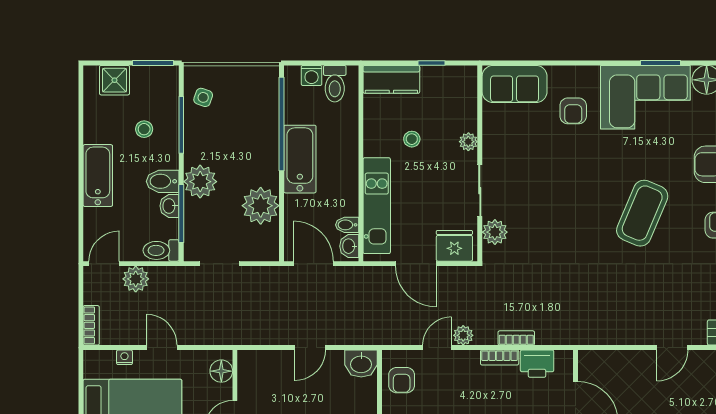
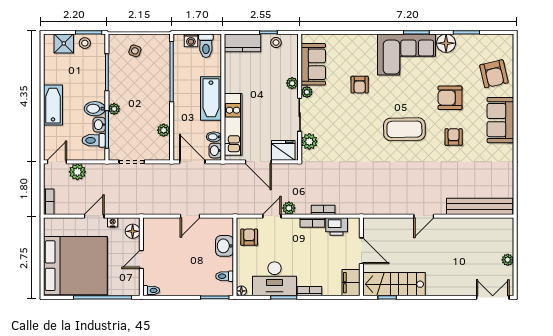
sofa: (515, 84) -> (313, 64), moved, turned -90
side table: (203, 97) -> (135, 51), moved
armchair: (573, 111) -> (360, 85), moved
stool: (144, 129) -> (85, 43), moved
stool: (412, 139) -> (276, 42), moved
plant: (491, 156) -> (307, 92), added
bathtub: (300, 159) -> (211, 98), moved, turned 180
plant: (200, 182) -> (114, 109), width x0.53, depth x0.53
plant: (261, 206) -> (164, 130), width x0.53, depth x0.53
coffee table: (642, 213) -> (404, 129), turned 66
toilet: (161, 250) -> (94, 140), moved
door: (162, 348) -> (94, 216), hinge flipped
nightstand: (124, 357) -> (113, 222), moved
washbasin: (361, 364) -> (225, 246), moved, turned 90
armchair: (402, 380) -> (249, 237), turned 180

